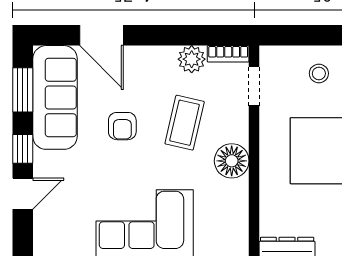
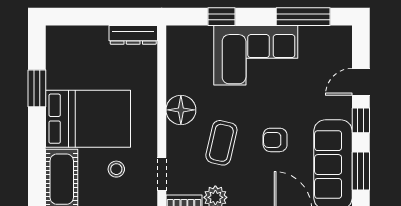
stool: (319, 73) -> (116, 169), moved
armchair: (122, 126) -> (275, 140), turned -90

